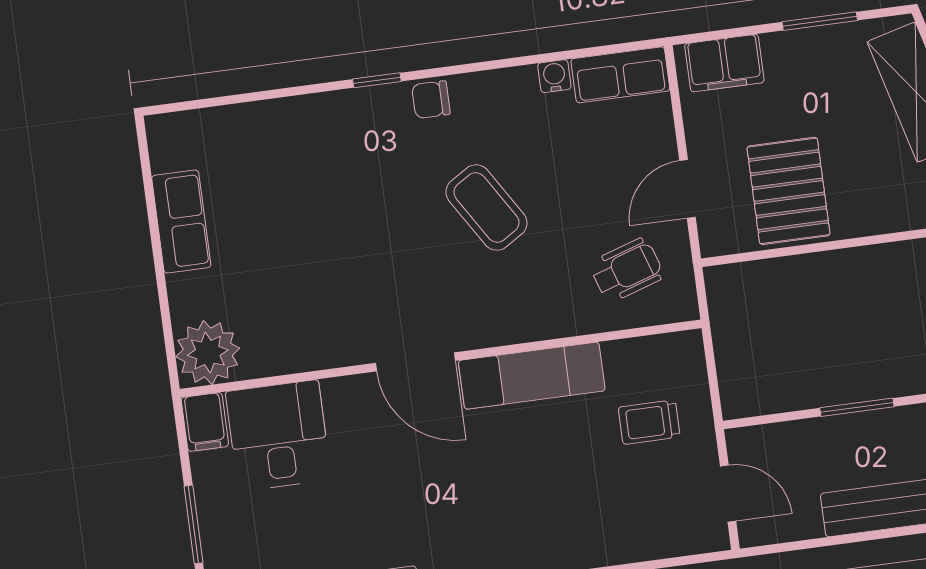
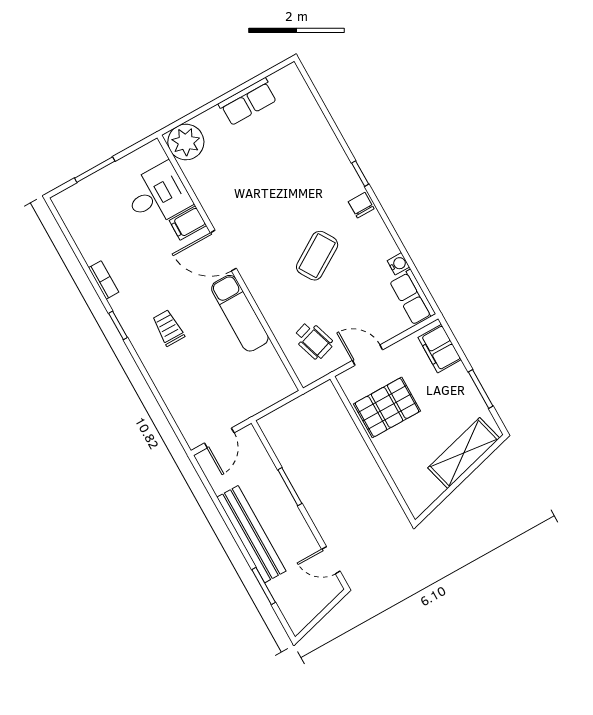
door: (415, 362) -> (223, 251), hinge flipped
filing cabinet: (205, 422) -> (188, 223), moved
trolley: (649, 422) -> (168, 328), moved

